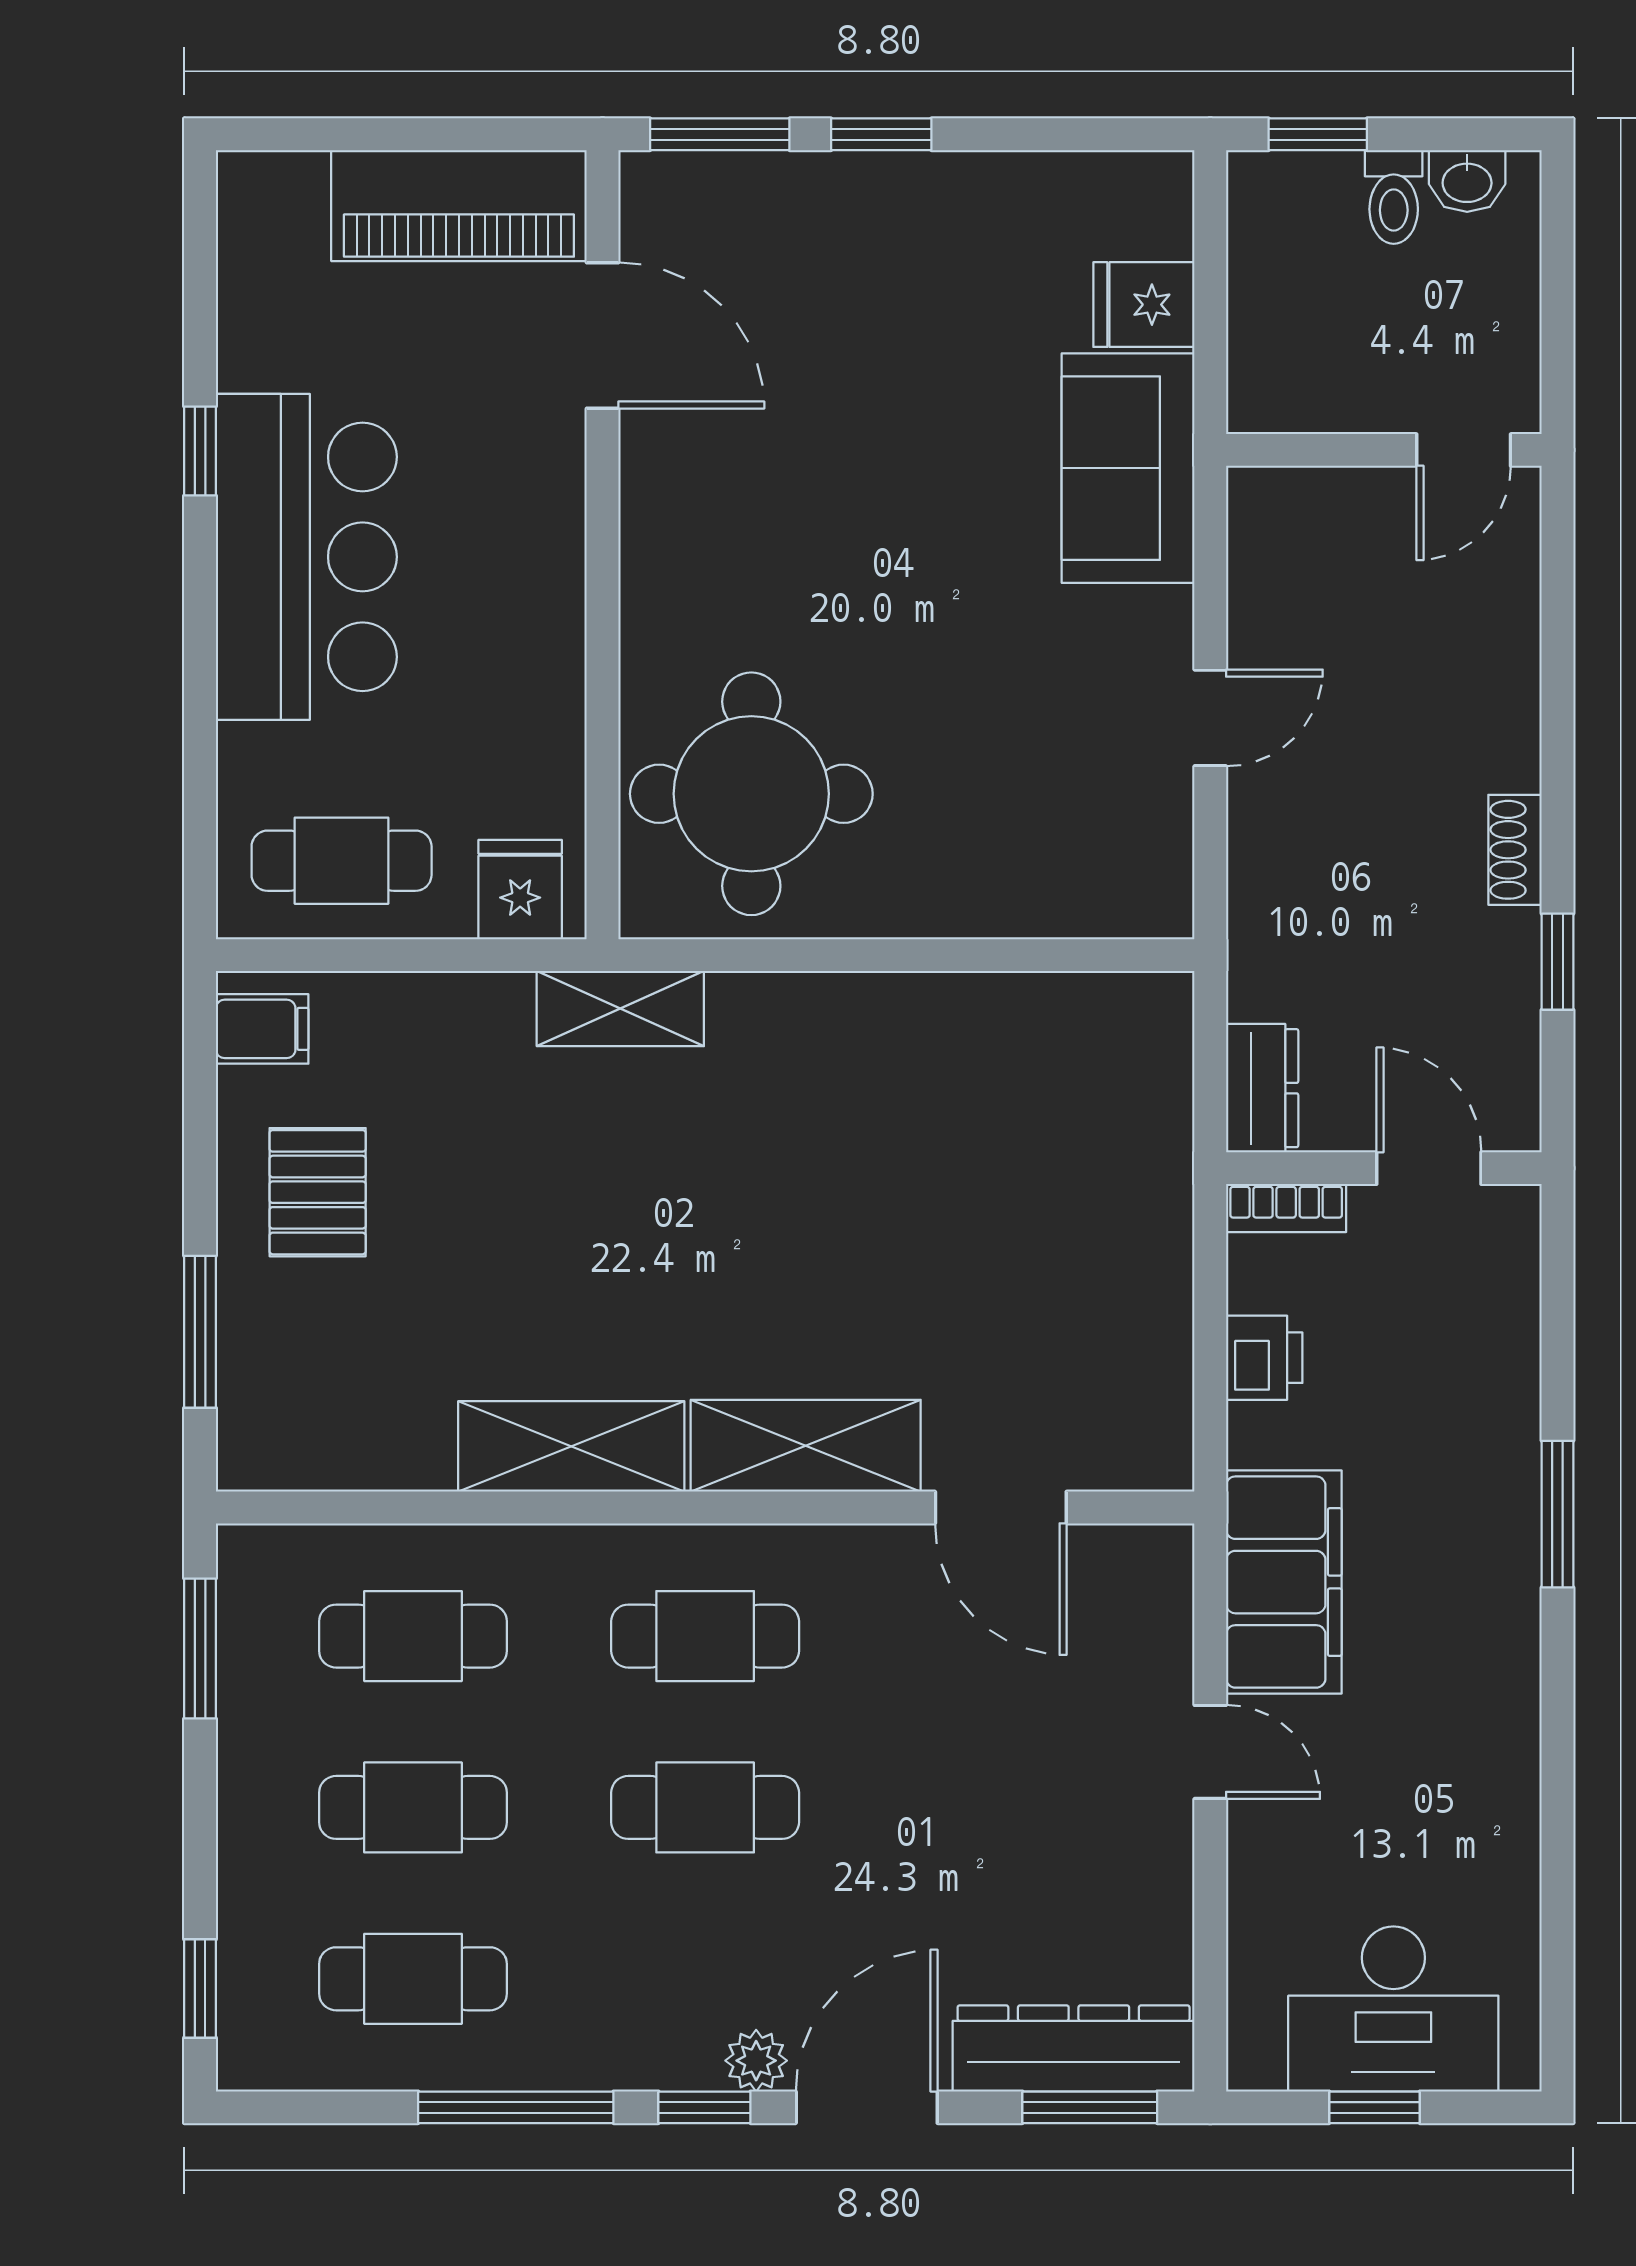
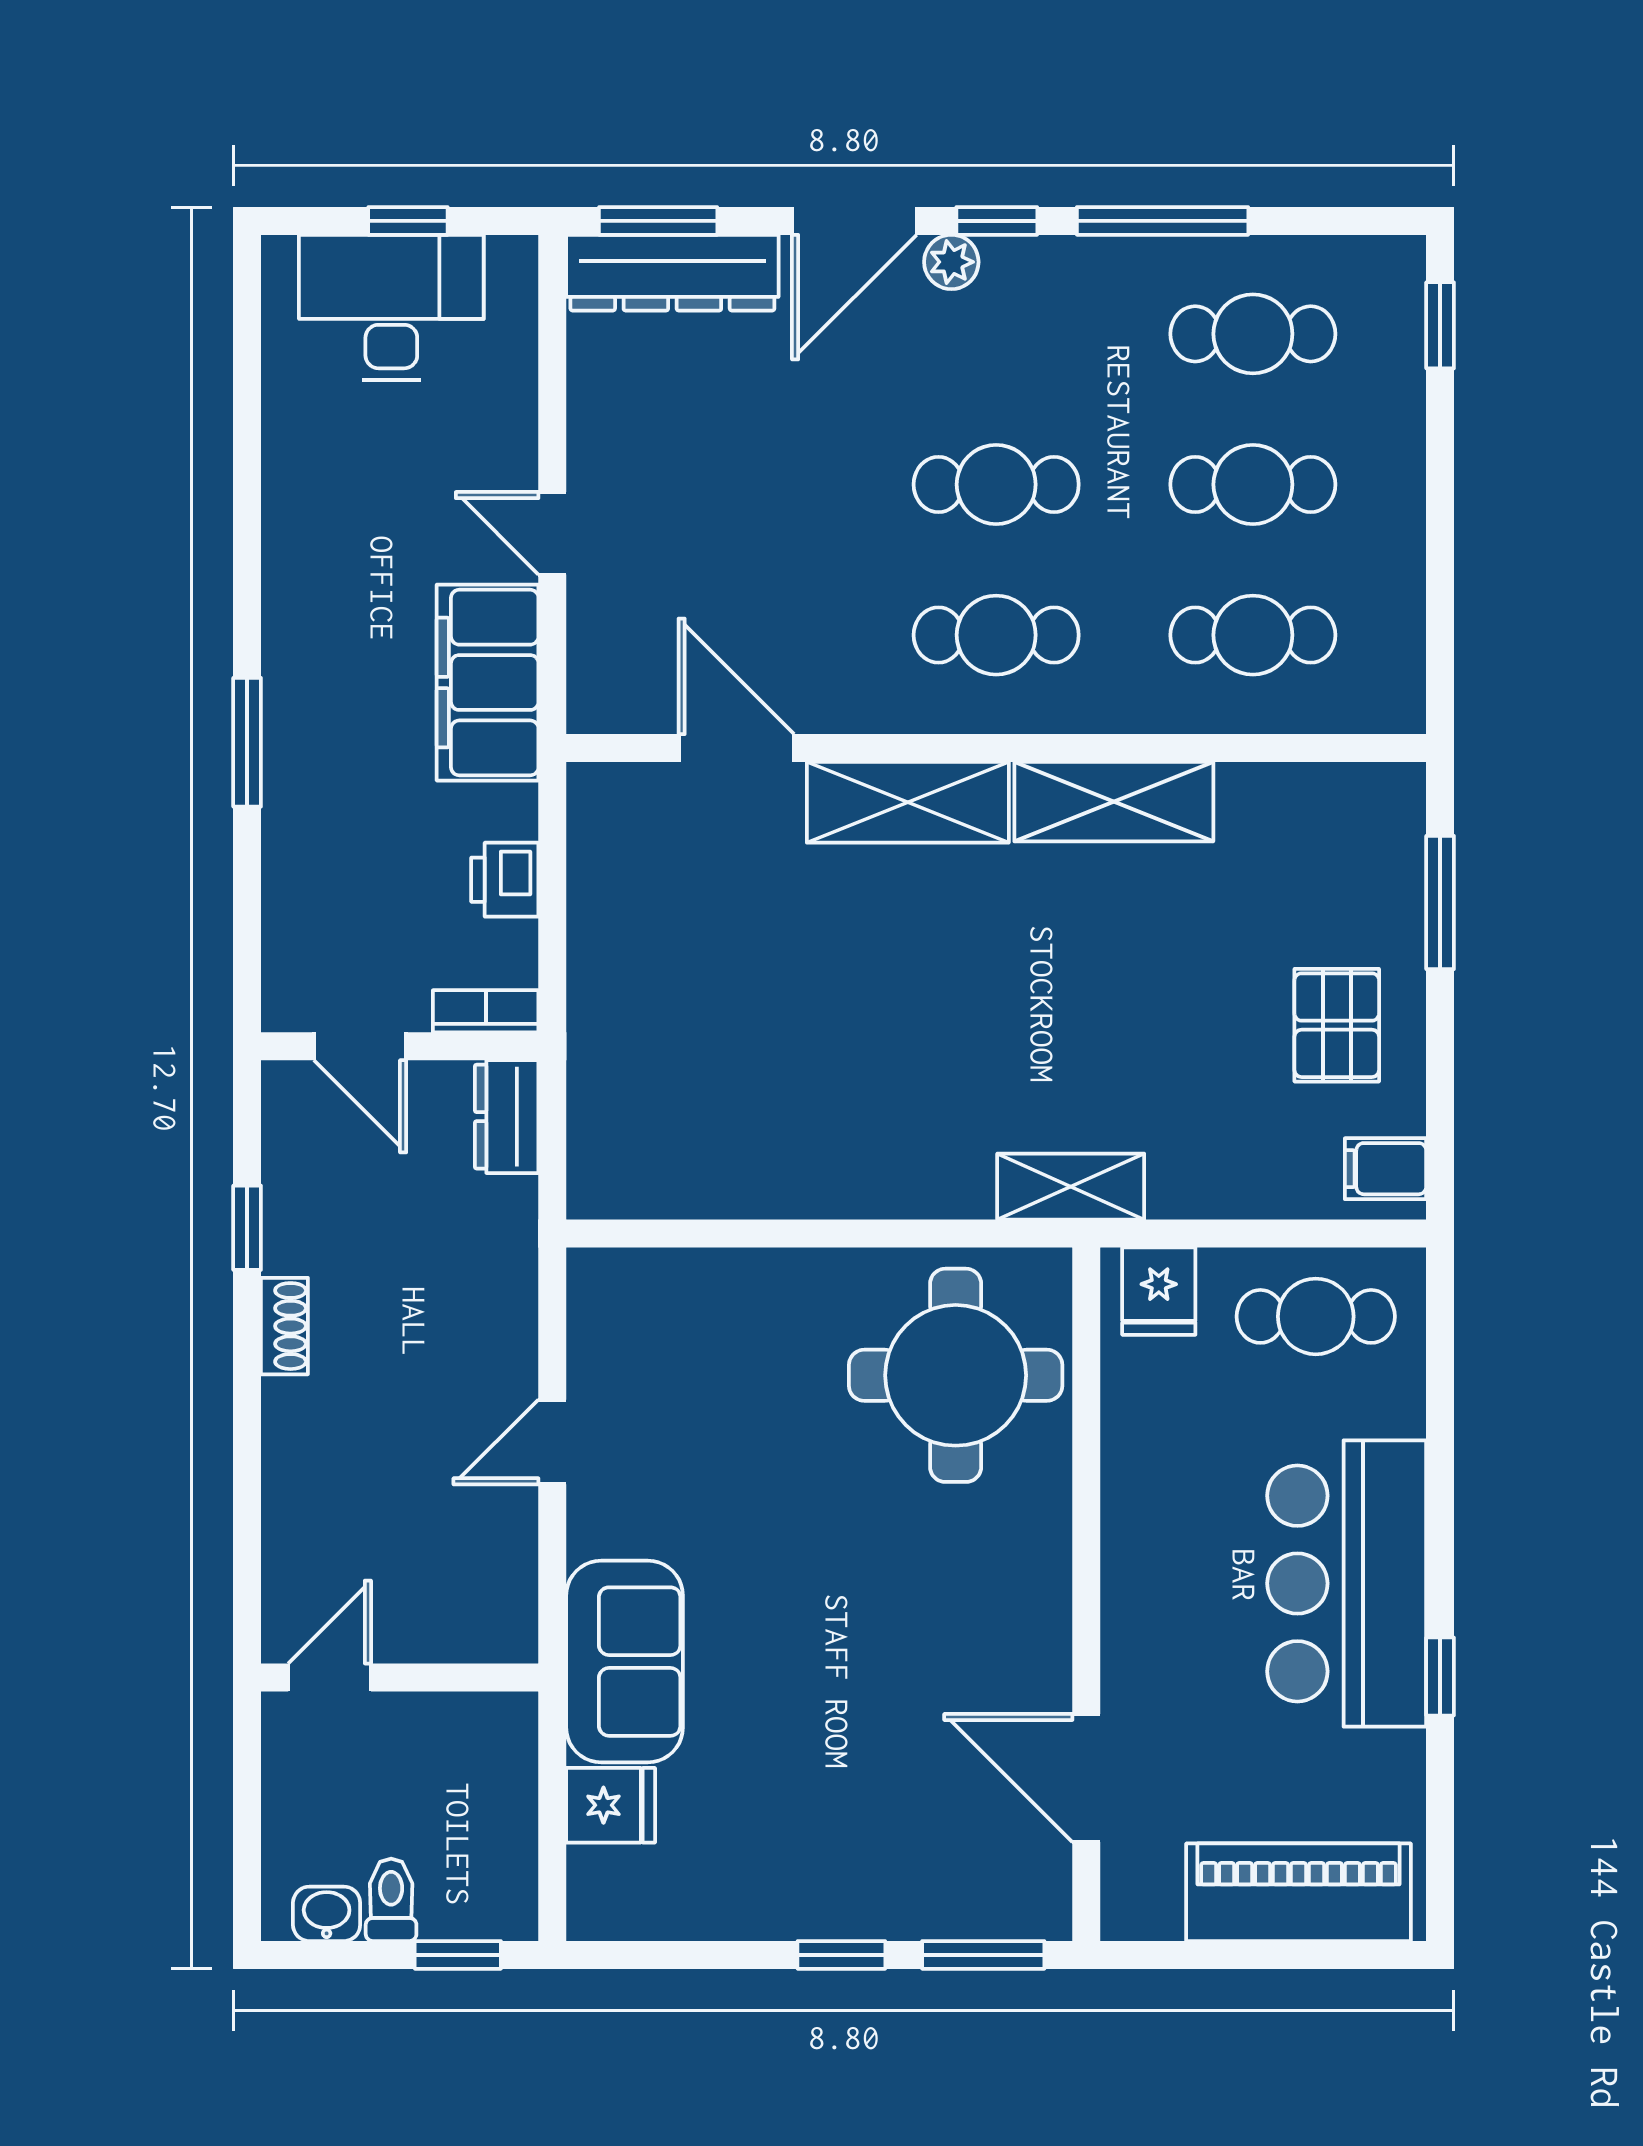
piano: (459, 206) -> (1299, 1892), moved
window: (200, 1649) -> (1440, 624), removed

